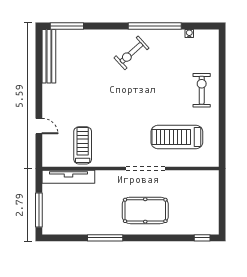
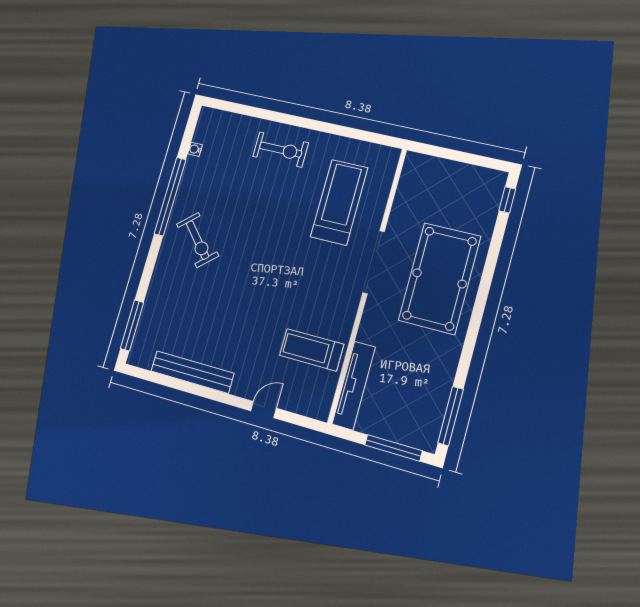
bench: (49, 56) -> (192, 372), moved
exercise bike: (202, 90) -> (281, 150), turned 180
treadmill: (177, 137) -> (339, 202), turned 180
pool table: (145, 210) -> (439, 278), width x1.36, depth x1.32
window: (105, 238) -> (451, 416), moved

